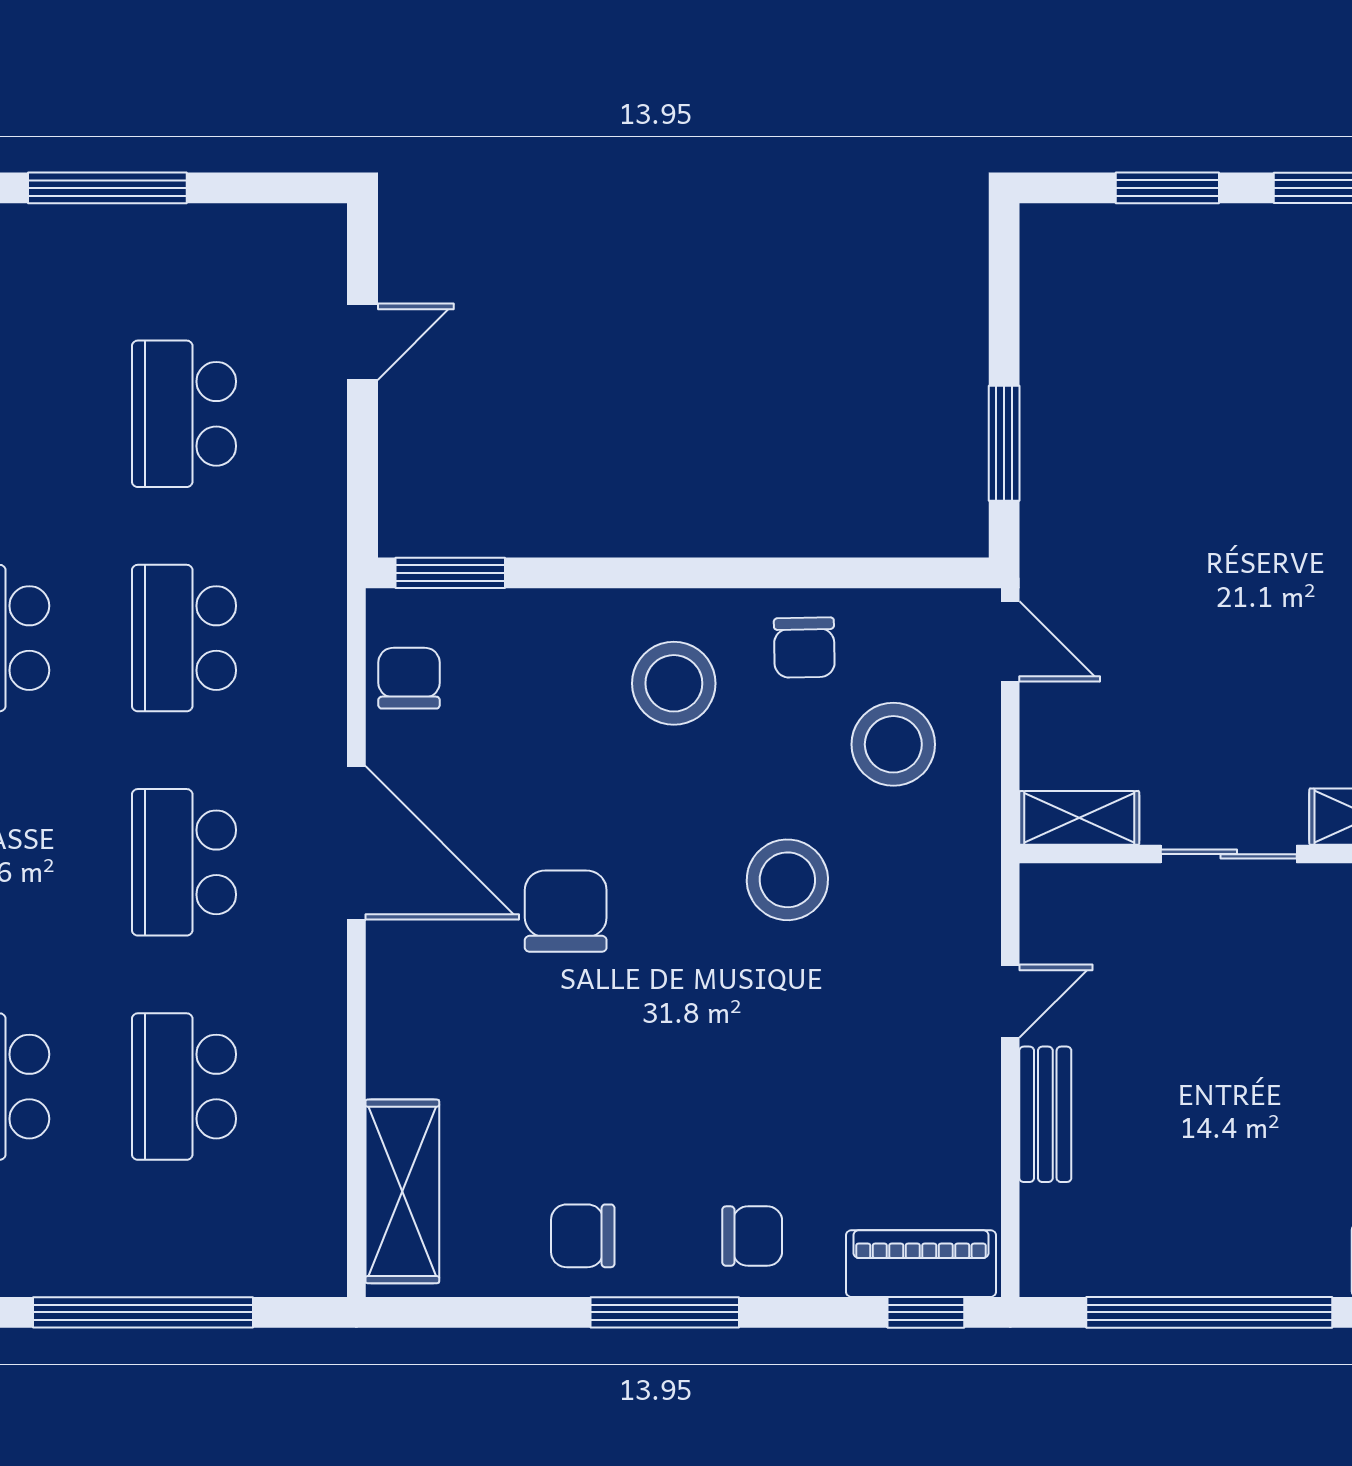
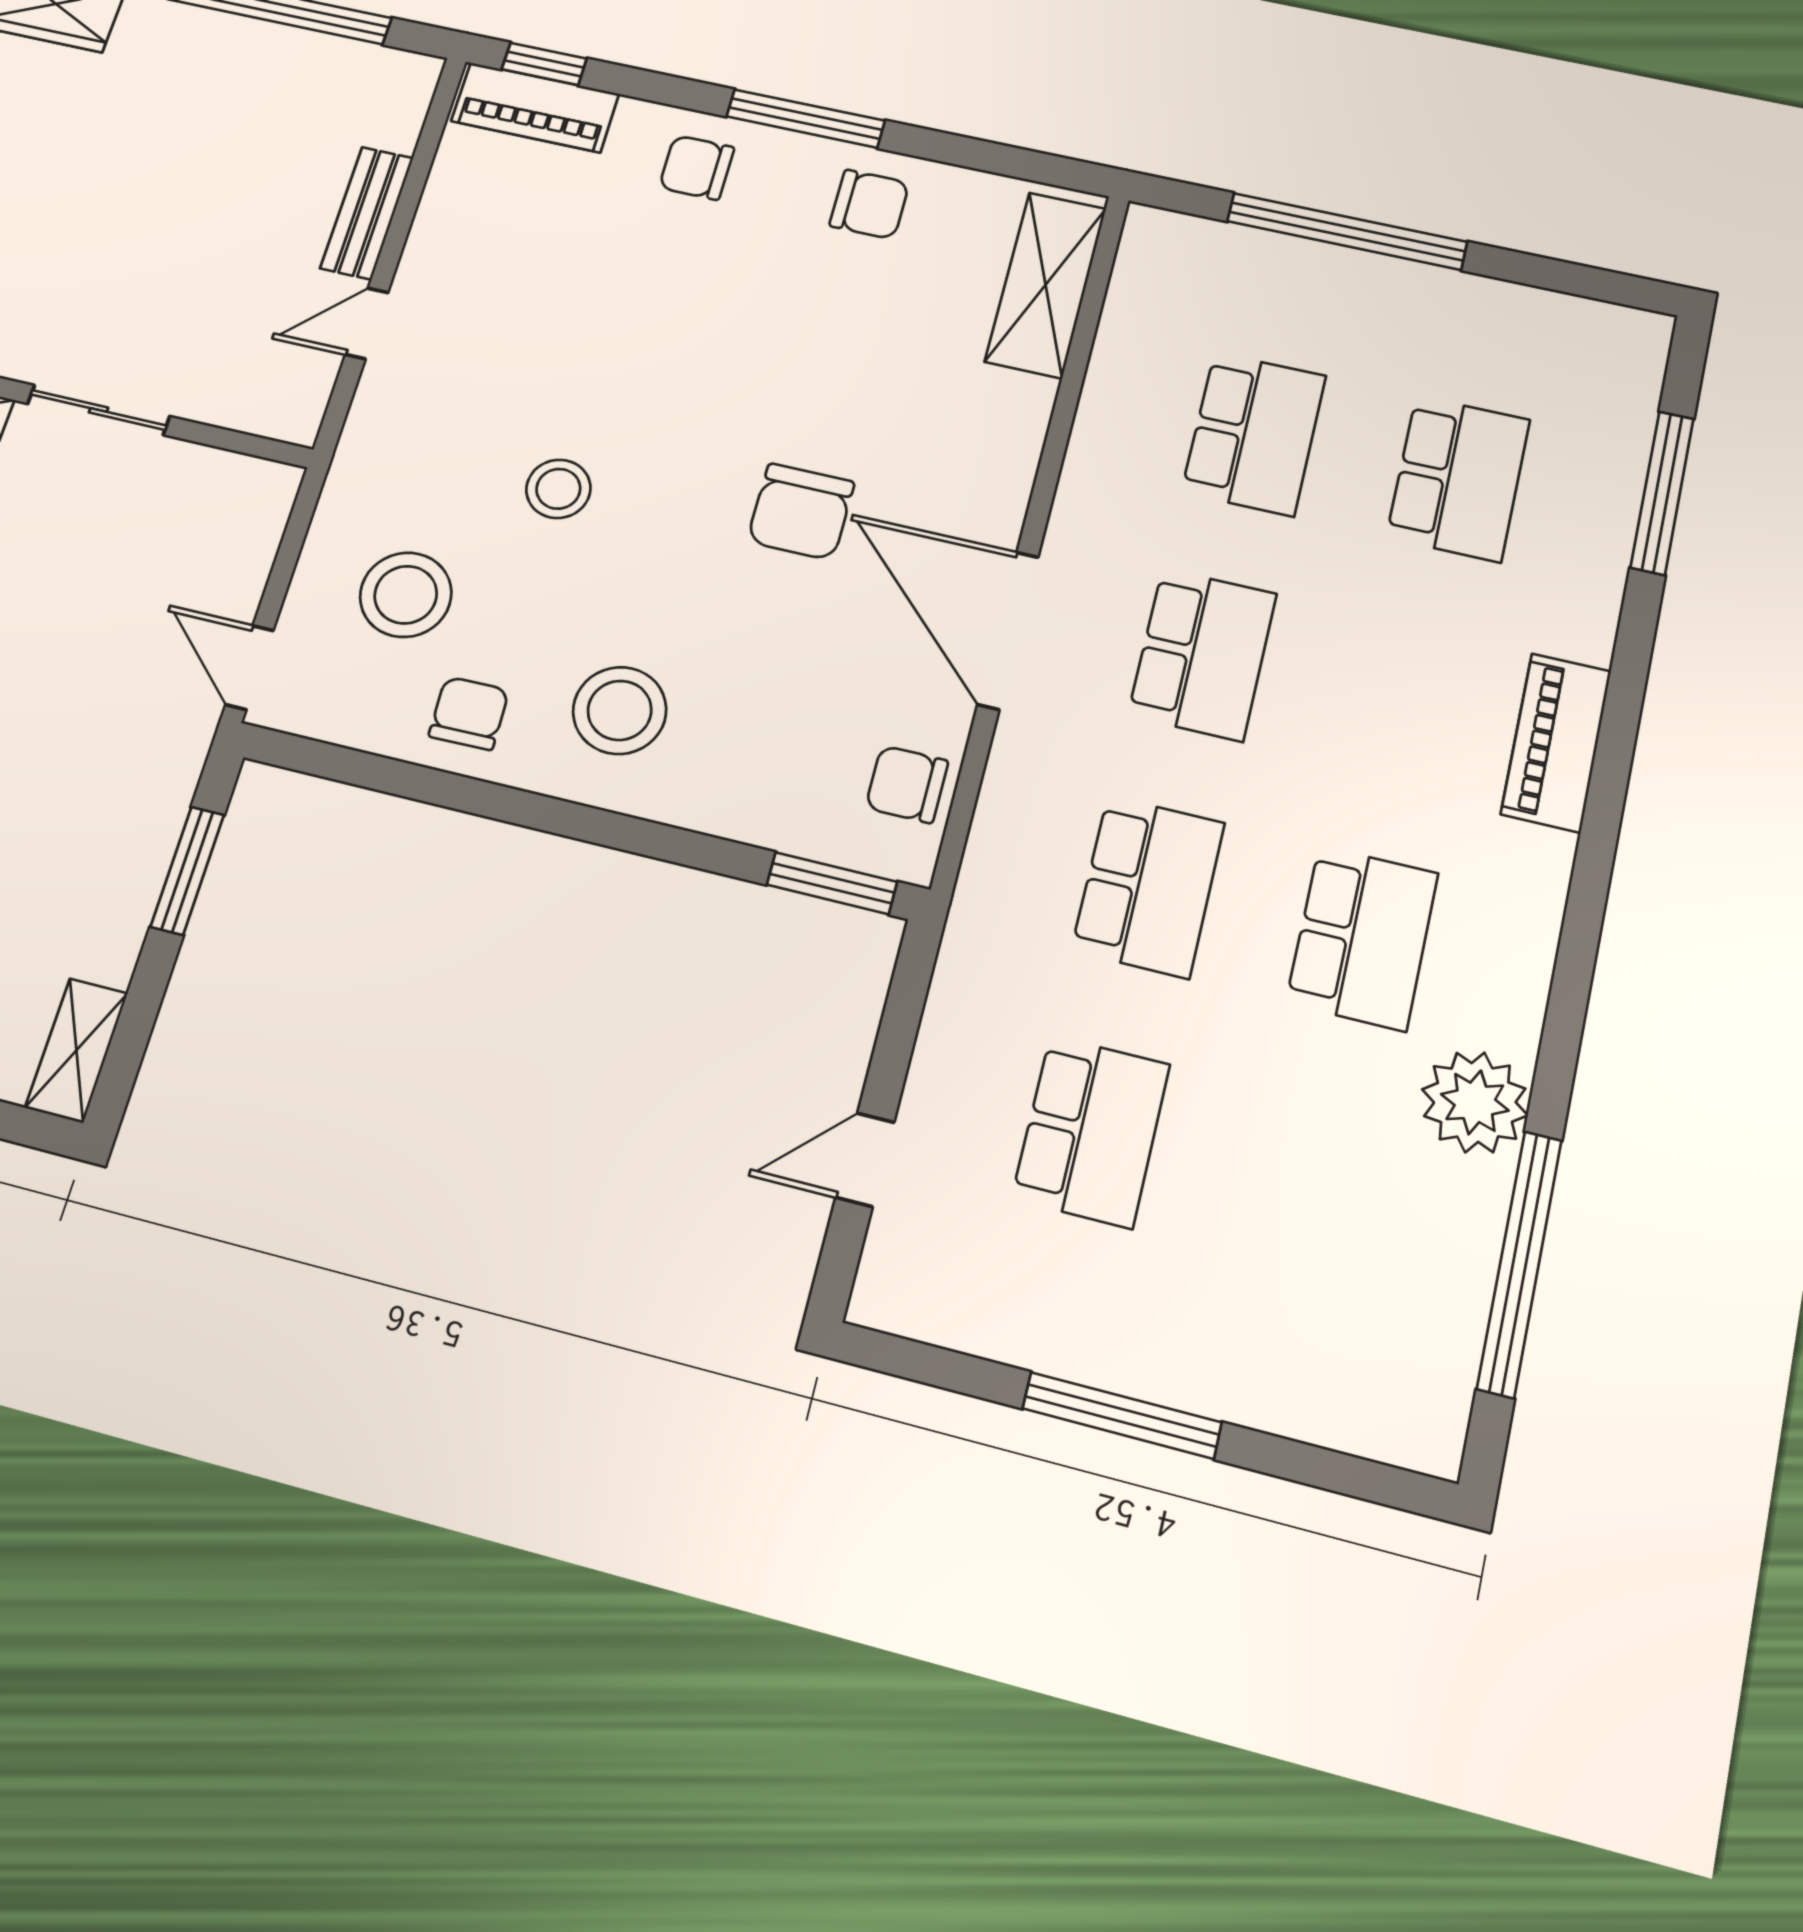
chair: (409, 678) -> (907, 784), turned 90
shelving: (1079, 818) -> (76, 1050), moved, turned 90
stool: (787, 880) -> (558, 489), width x0.73, depth x0.73

